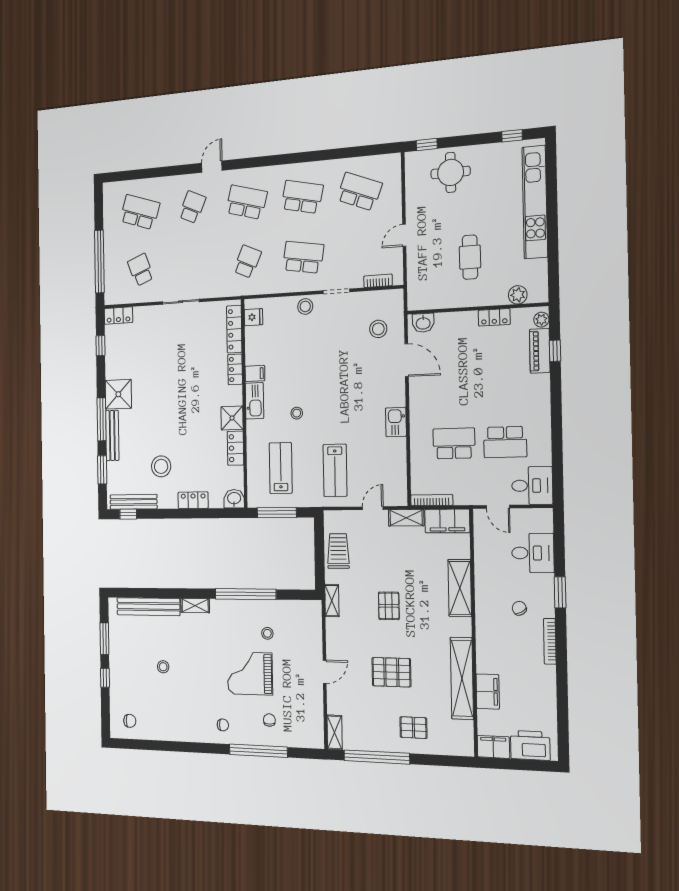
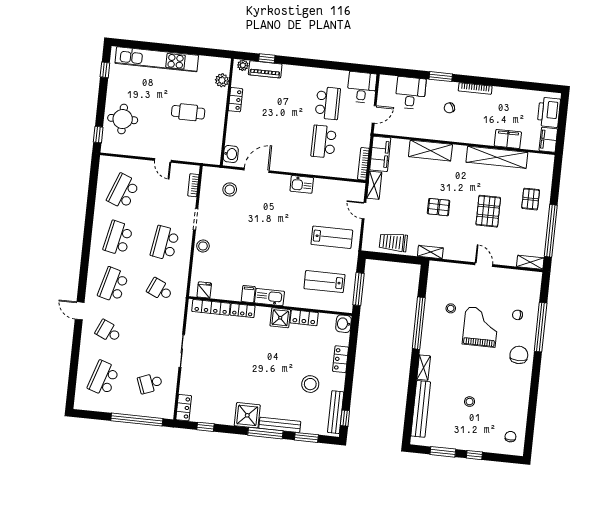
stool: (297, 413) -> (284, 263), removed
grand piano: (250, 673) -> (481, 327), turned 180
chair: (223, 725) -> (519, 355), width x1.87, depth x1.87

